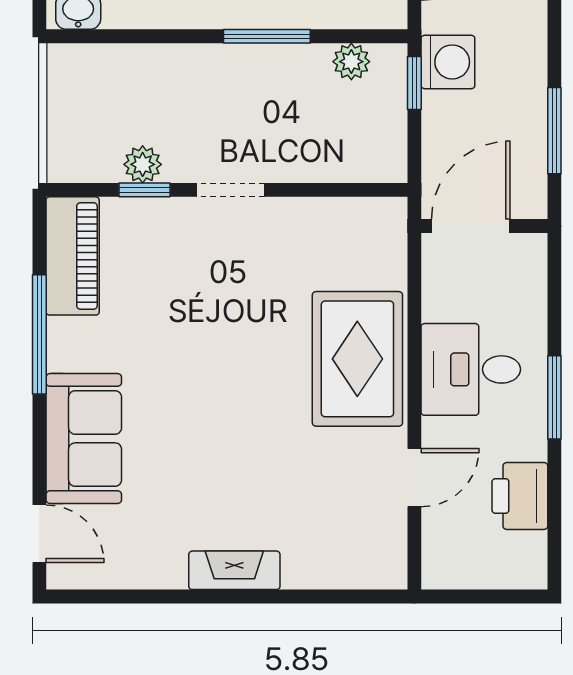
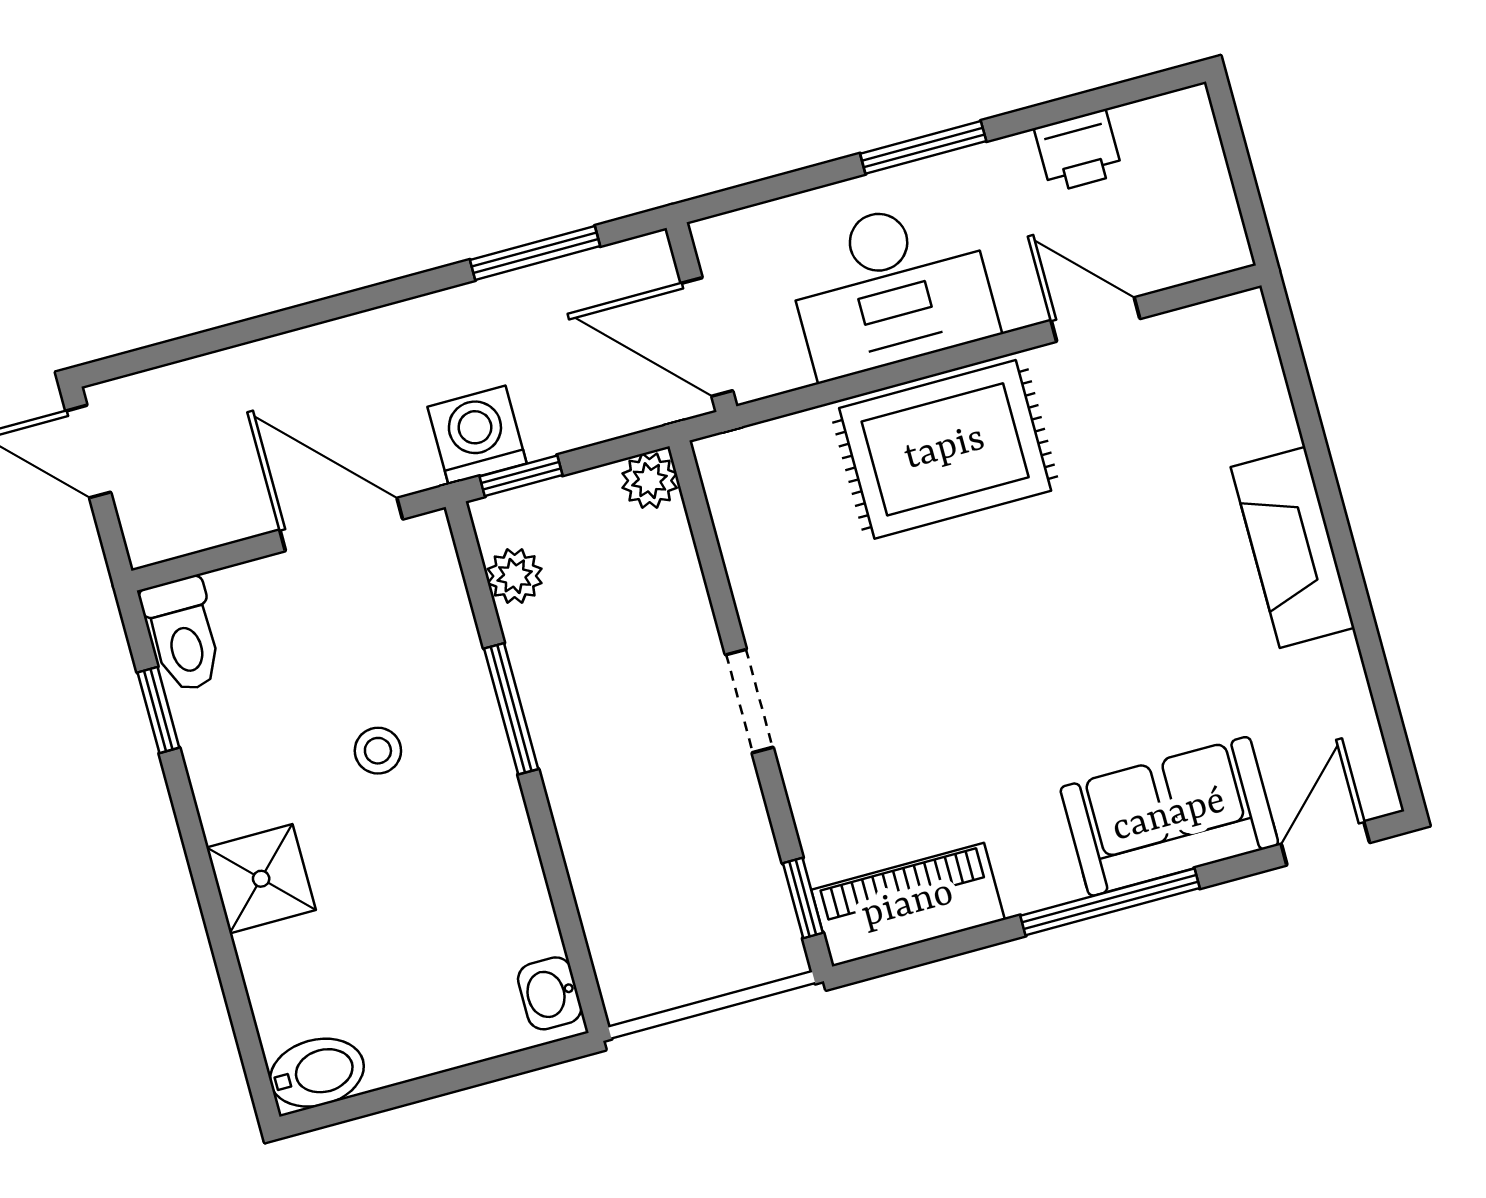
plant: (143, 164) -> (650, 481), moved
window: (145, 190) -> (803, 898), moved
window: (39, 334) -> (1110, 902), moved
desk: (471, 369) -> (891, 287), width x1.37
printer: (520, 496) -> (1078, 151), width x0.73, depth x0.81
fireplace: (234, 570) -> (1293, 547), width x1.37, depth x1.32

